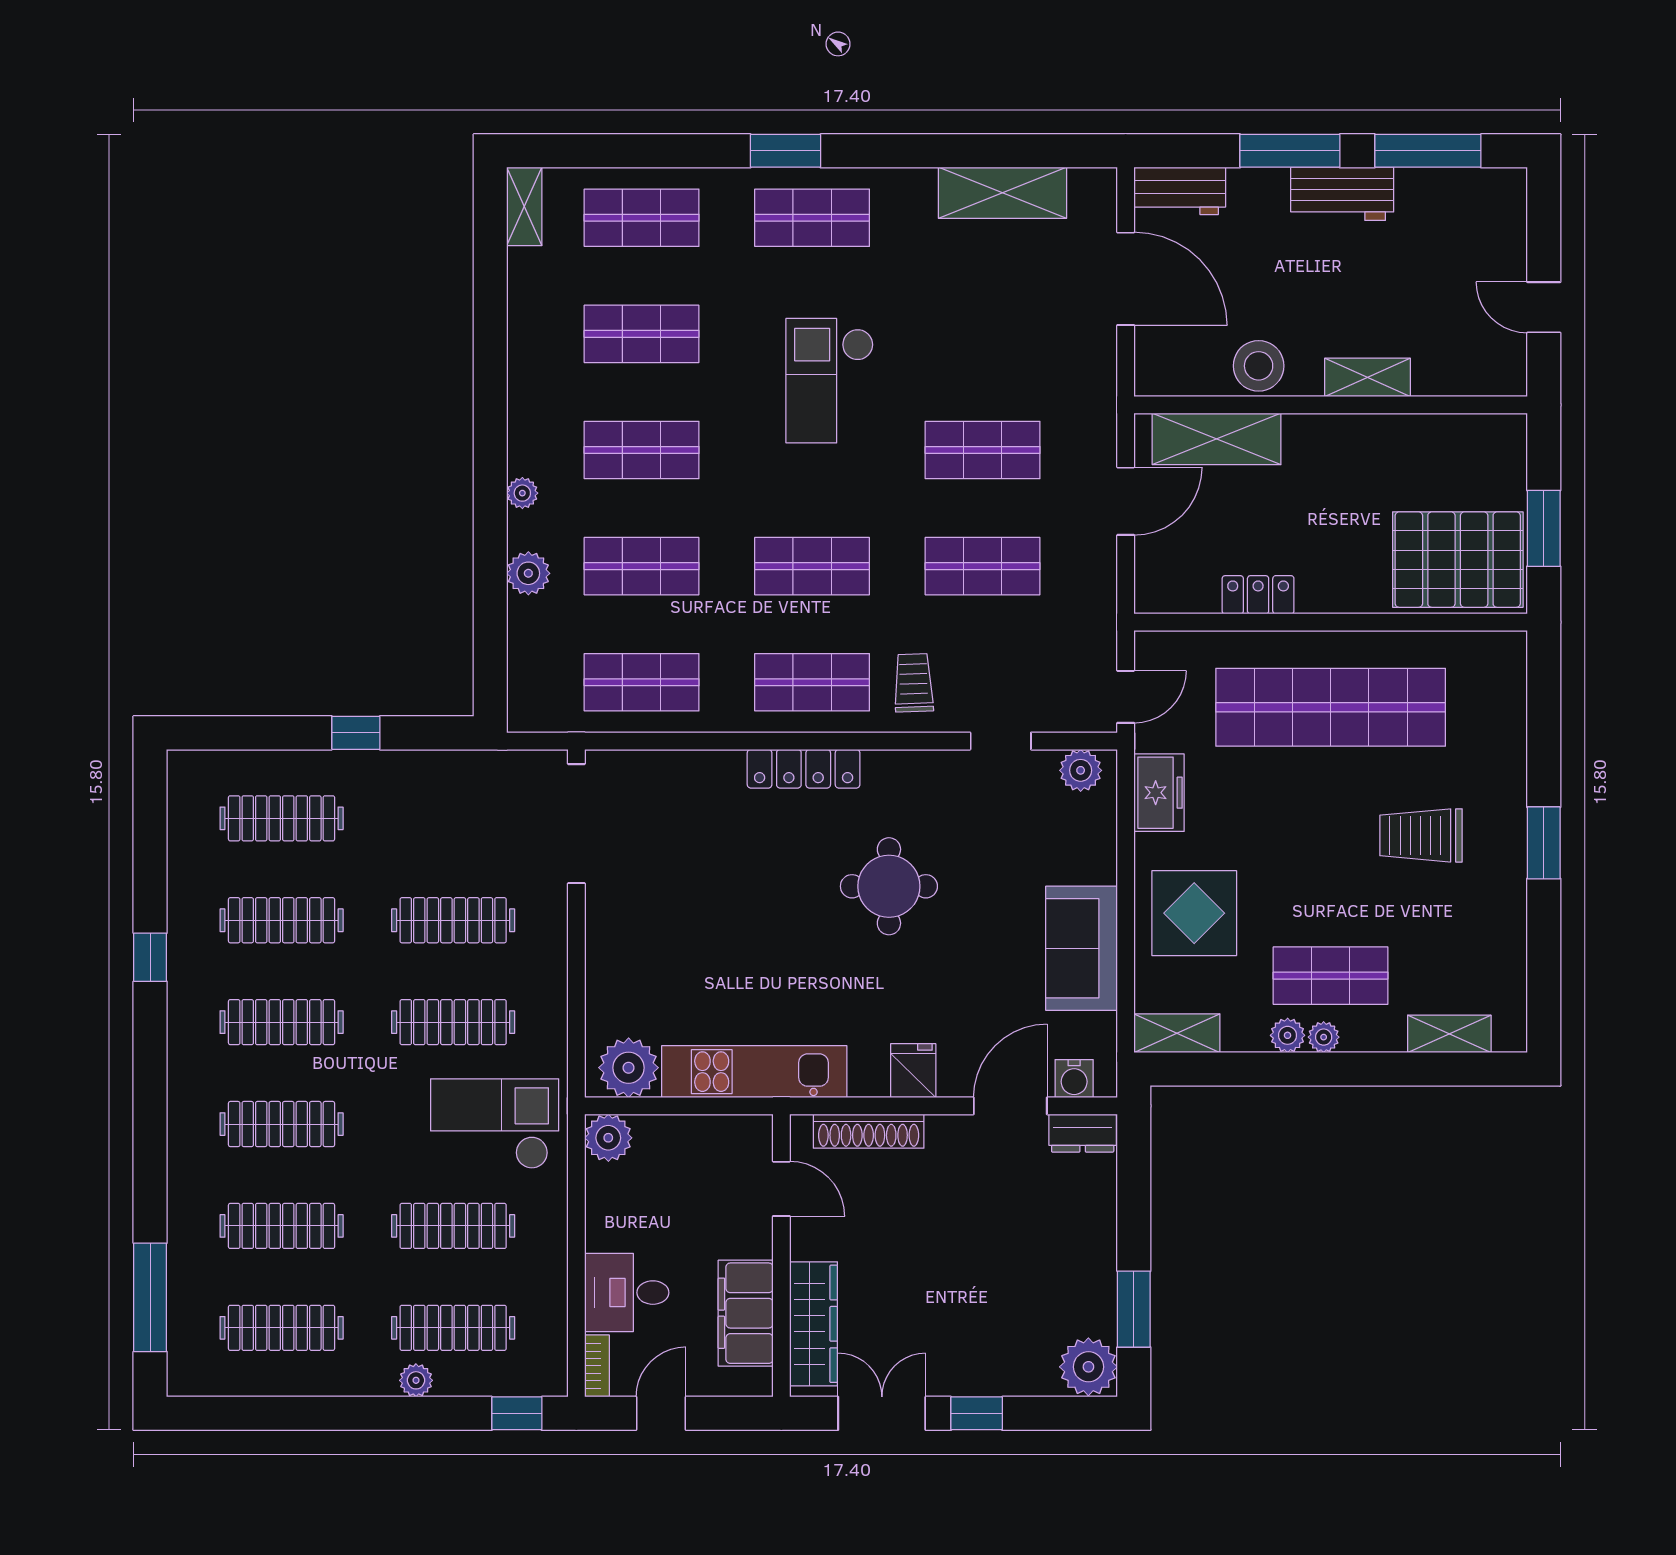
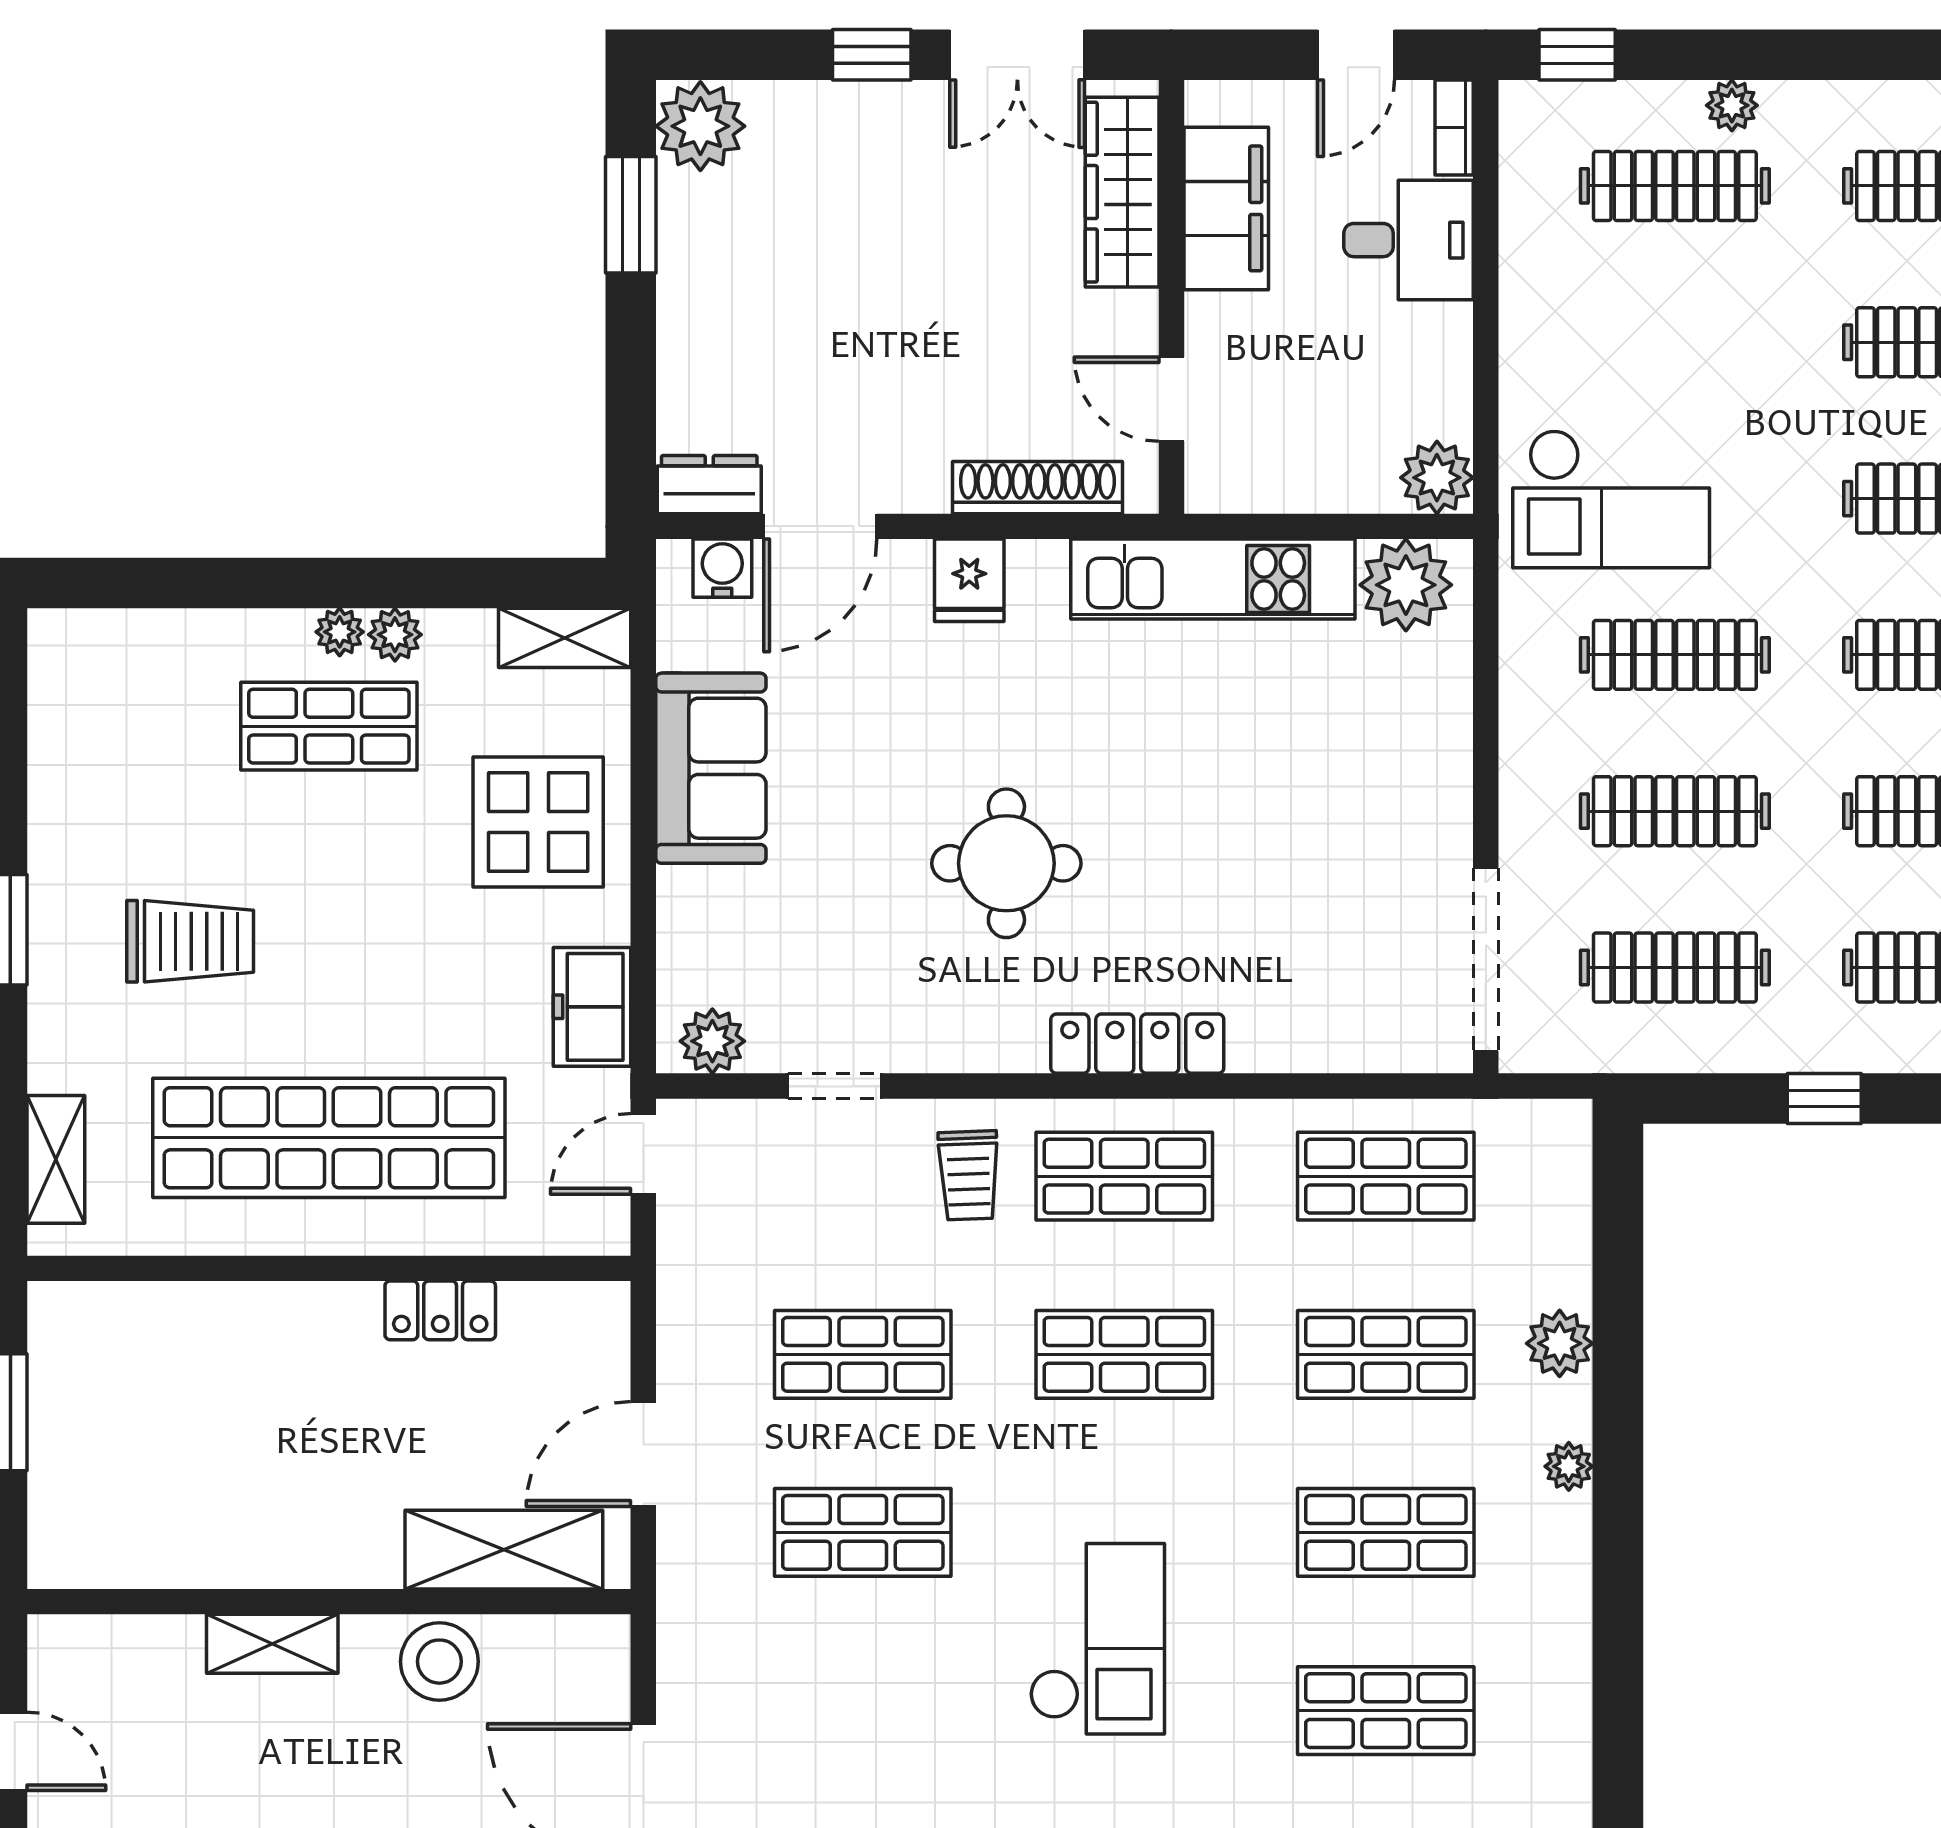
pallet: (1458, 560) -> (134, 1364), removed
shelving: (1449, 1034) -> (56, 1159), moved, turned 90
clothes rail: (453, 1226) -> (1675, 967), moved

